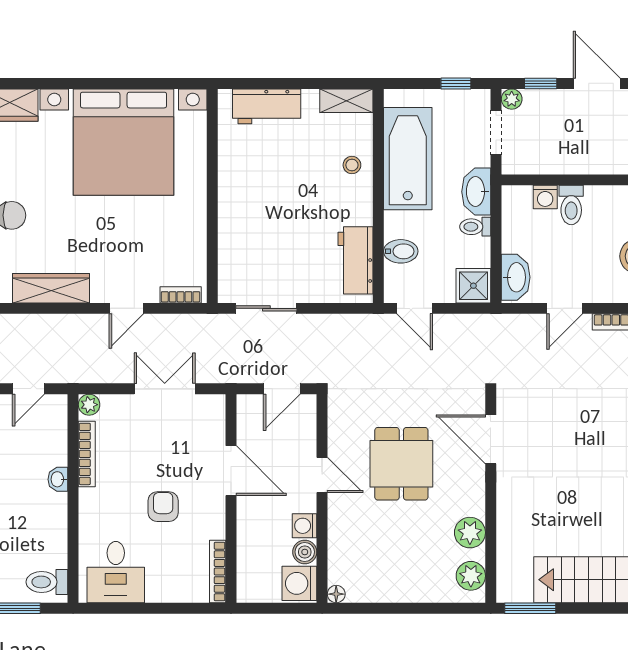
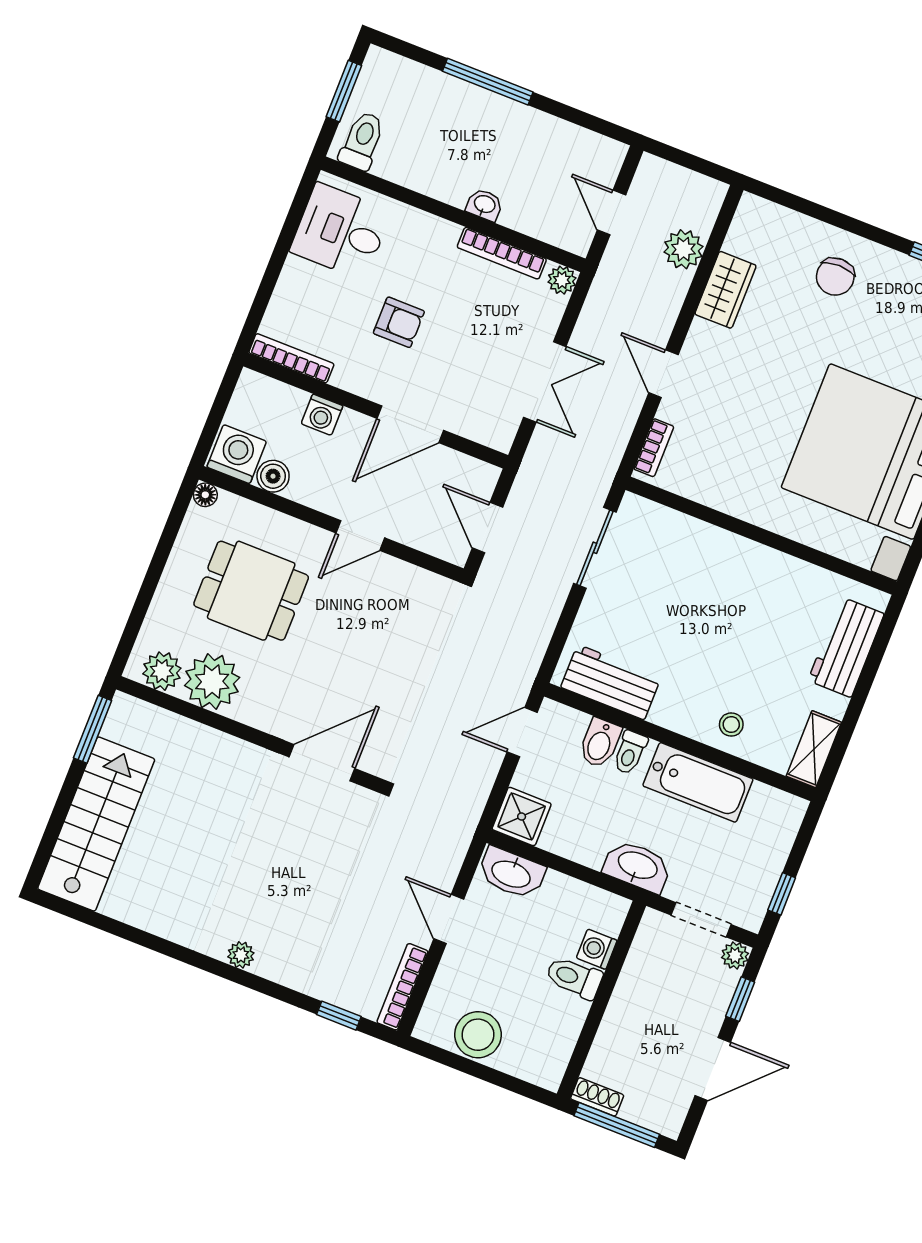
bathtub: (408, 159) -> (698, 782), width x0.73, depth x0.73
toilet: (475, 227) -> (630, 752), moved, turned 180
wardrobe: (51, 288) -> (726, 290), width x0.67
plant: (34, 329) -> (683, 249), added
dining table: (401, 464) -> (251, 591), moved
washing machine: (305, 526) -> (322, 415), moved, turned 180
plant: (470, 533) -> (212, 682), width x1.36, depth x1.36

